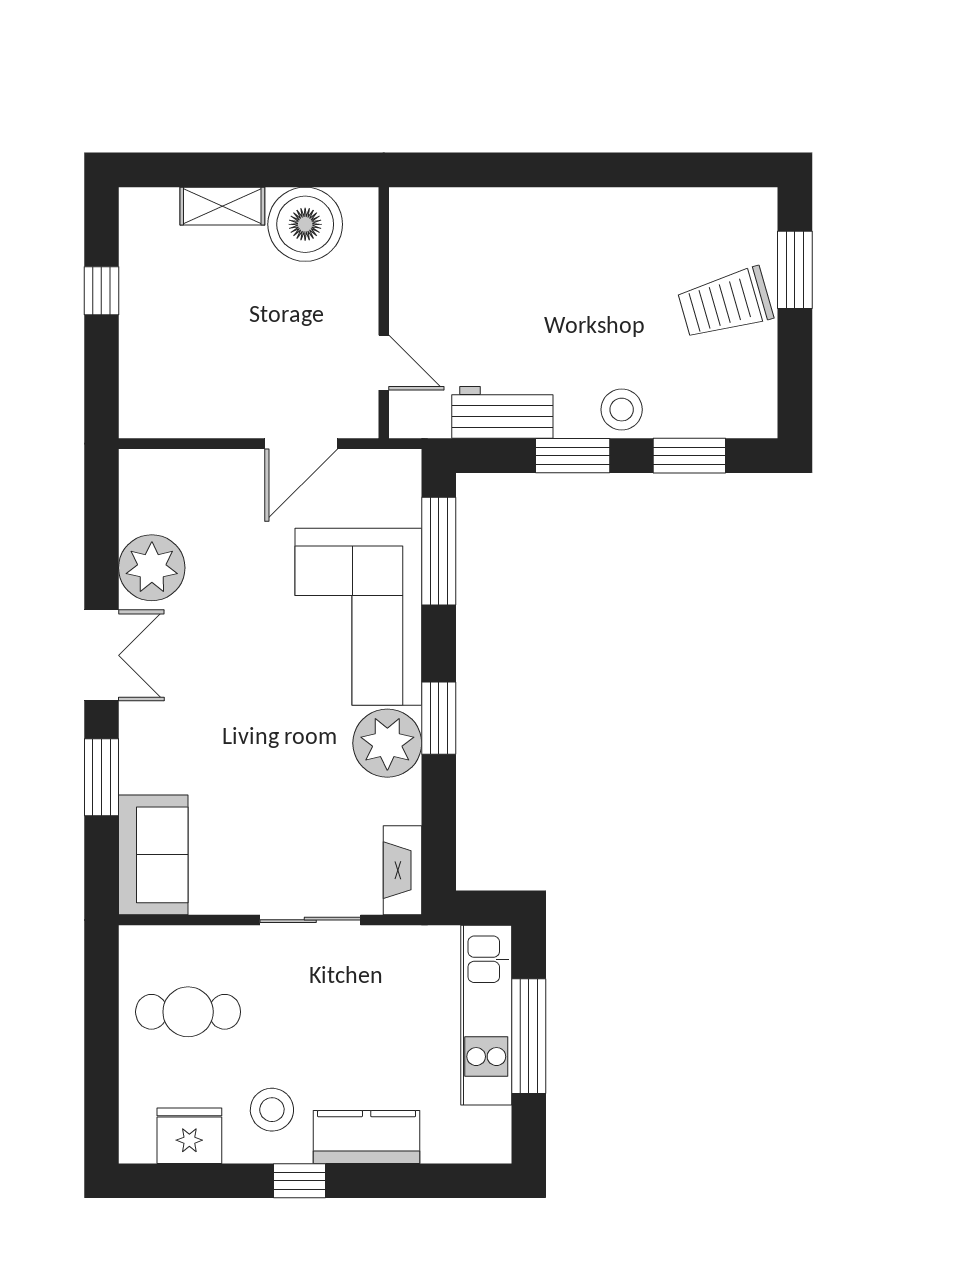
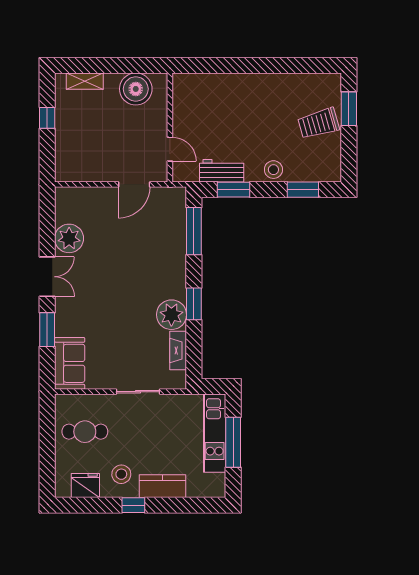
shelving: (222, 206) -> (85, 81), moved
window: (573, 456) -> (234, 190), moved
corner sofa: (358, 617) -> (159, 260), removed
fireplace: (403, 870) -> (178, 351), moved

